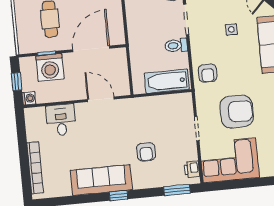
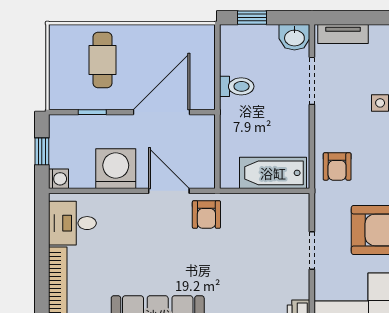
toilet: (176, 46) -> (237, 86), moved, turned 180
washing machine: (50, 67) -> (116, 169), moved, turned 180
desk: (61, 120) -> (72, 223), moved, turned -90
armchair: (146, 152) -> (206, 215), moved

